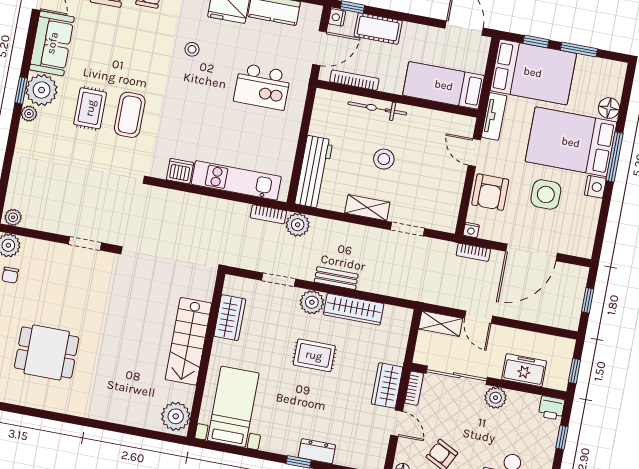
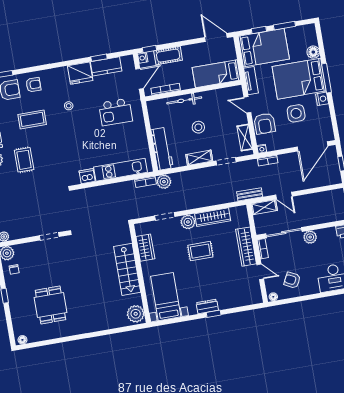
coffee table: (130, 115) -> (32, 119), moved, turned 90
shelving: (451, 203) -> (245, 138), added
door: (532, 252) -> (313, 146), moved
bench: (336, 278) -> (250, 194), moved
dining table: (47, 353) -> (50, 305), turned 90
freezer: (524, 370) -> (320, 216), removed
wardrobe: (387, 385) -> (246, 247), width x1.50
dresser: (317, 451) -> (207, 306), moved

